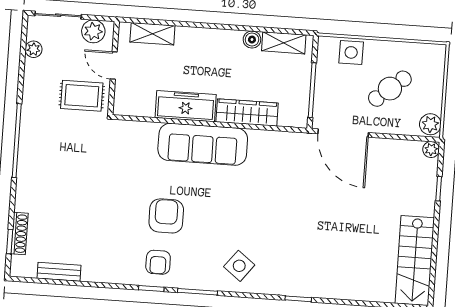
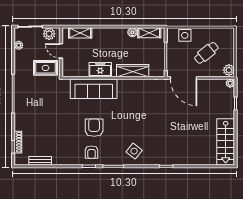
freezer: (186, 106) -> (100, 70), width x0.71
sofa: (203, 144) -> (94, 89), moved

